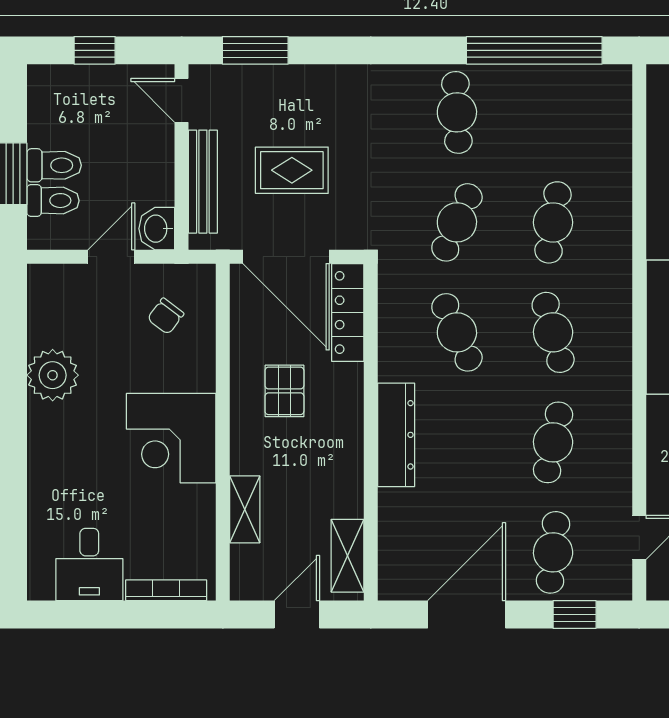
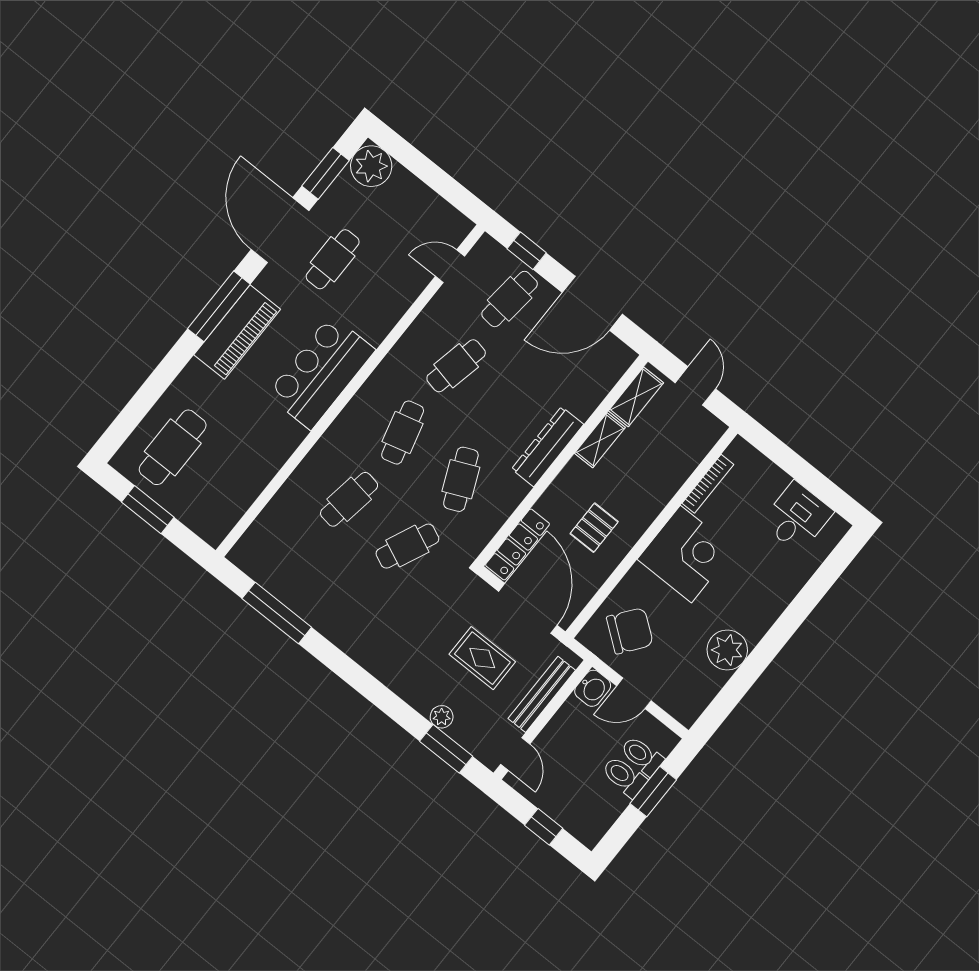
window: (534, 50) -> (277, 613), width x0.68
plant: (285, 79) -> (442, 717), added
cafe table: (457, 112) -> (354, 613), removed
chair: (166, 316) -> (630, 631), width x1.87, depth x1.87
shelving: (245, 509) -> (600, 440), moved
bookcase: (166, 590) -> (708, 484), moved, turned -90
door: (297, 614) -> (695, 386), swing flipped

